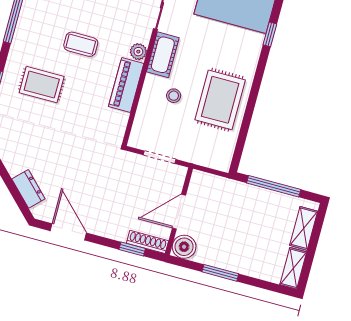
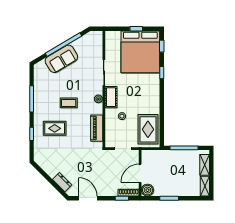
piano: (126, 85) -> (97, 128), moved
rug: (220, 100) -> (148, 129), moved

